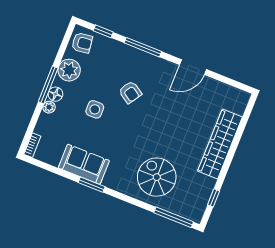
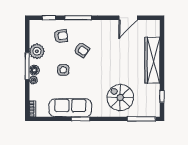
armchair: (82, 43) -> (61, 36), moved
door: (193, 67) -> (128, 18), moved
sofa: (84, 164) -> (70, 108), width x1.36

